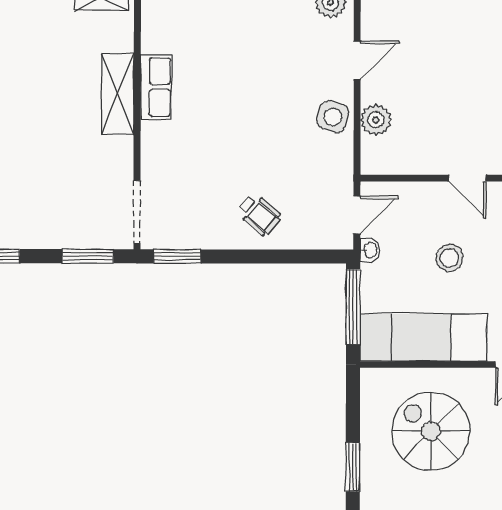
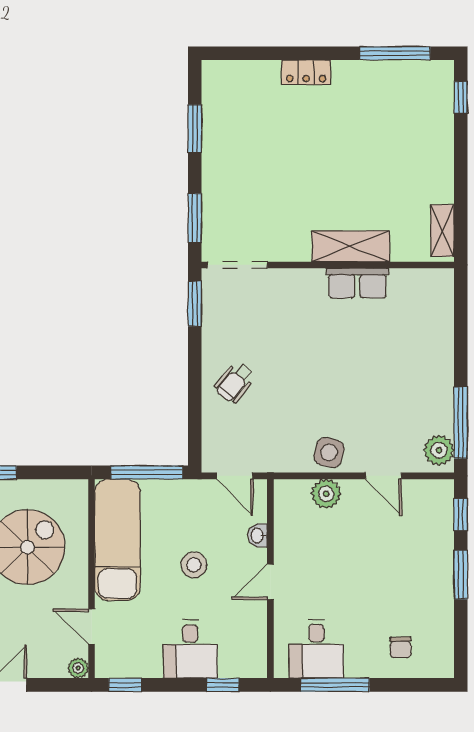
washbasin: (370, 250) -> (258, 535), moved, turned 90

